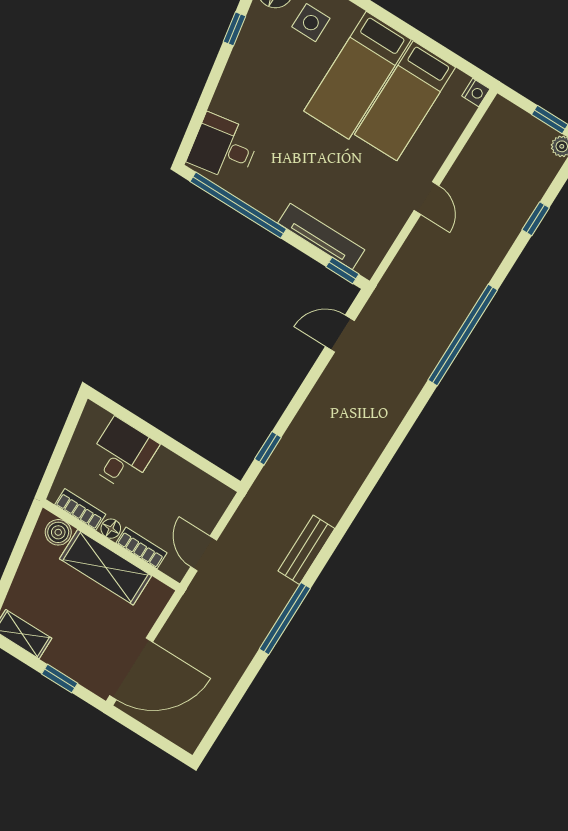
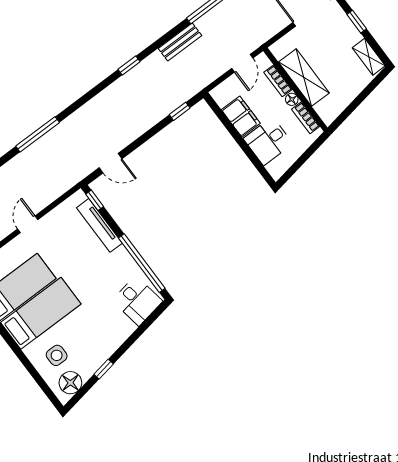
window: (463, 335) -> (38, 134), width x0.68
filing cabinet: (176, 475) -> (241, 117), added
window: (368, 487) -> (129, 66), added
boiler: (58, 532) -> (324, 109), removed

